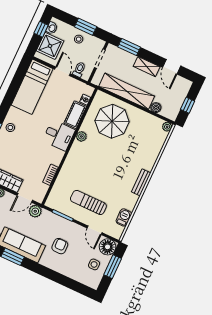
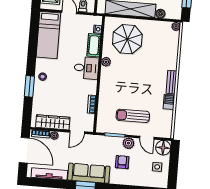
plant: (35, 211) -> (128, 143), moved
barbecue: (124, 217) -> (169, 102), moved
window: (113, 267) -> (174, 163), removed

